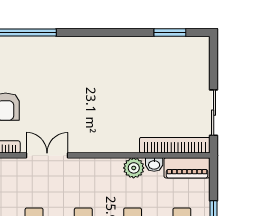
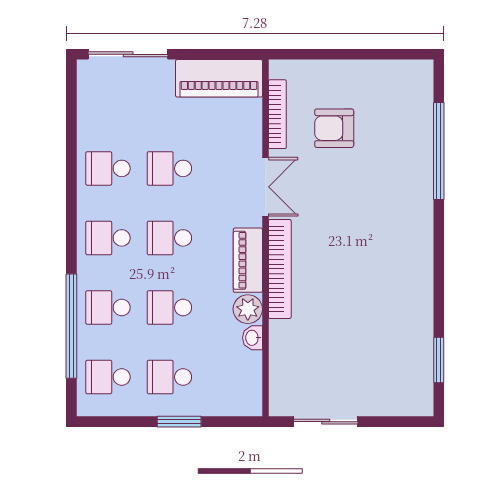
bookcase: (175, 145) -> (280, 269), moved
piano: (187, 168) -> (248, 260), moved

